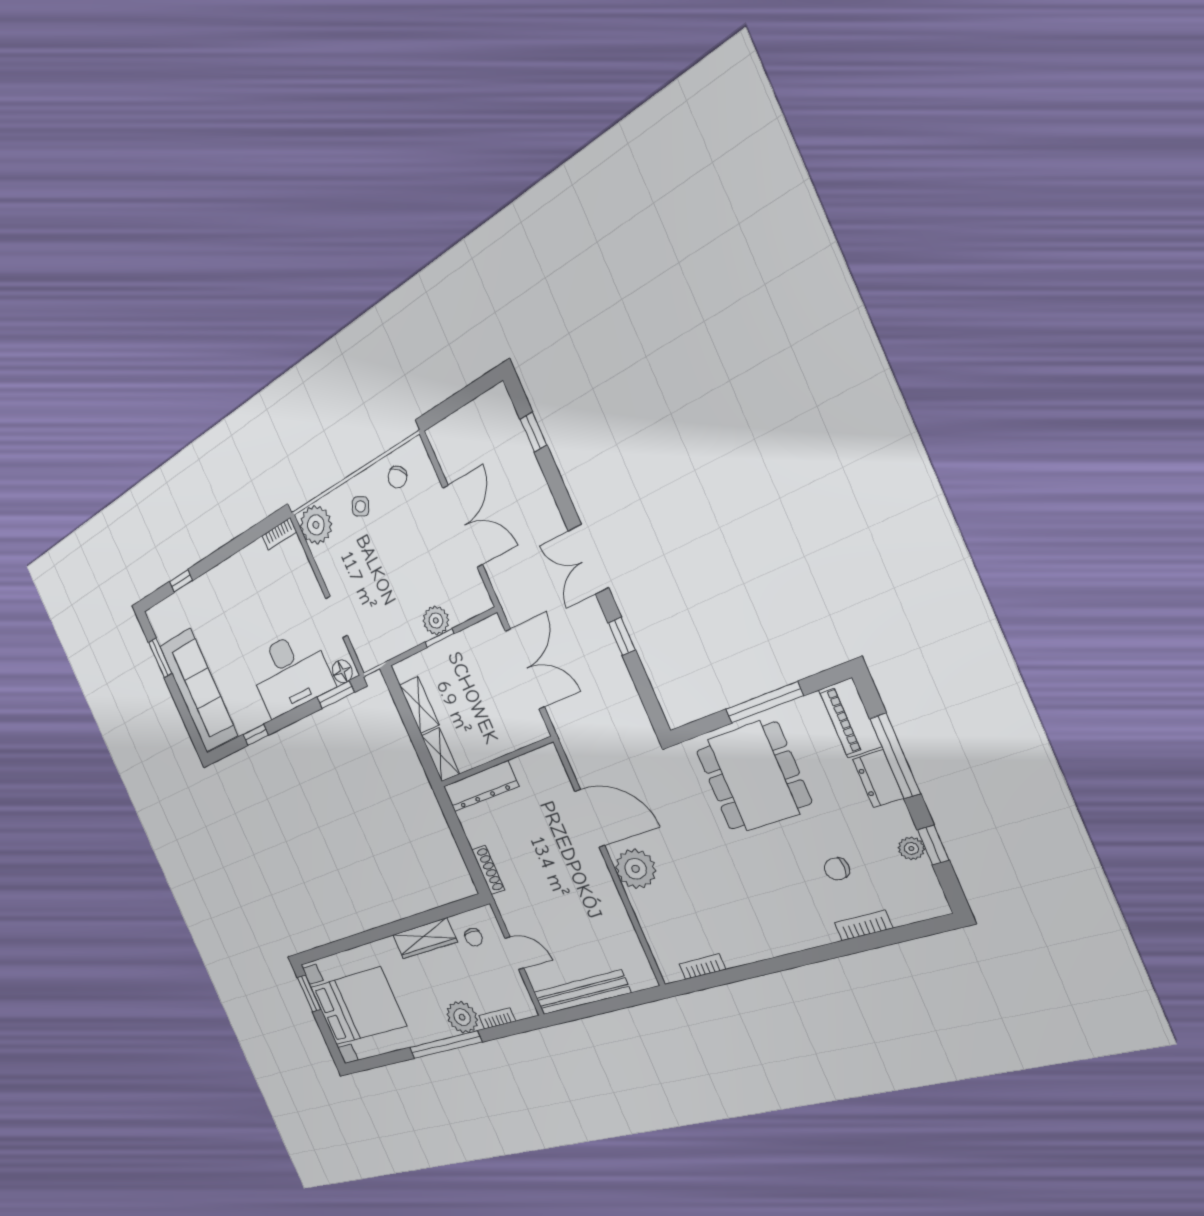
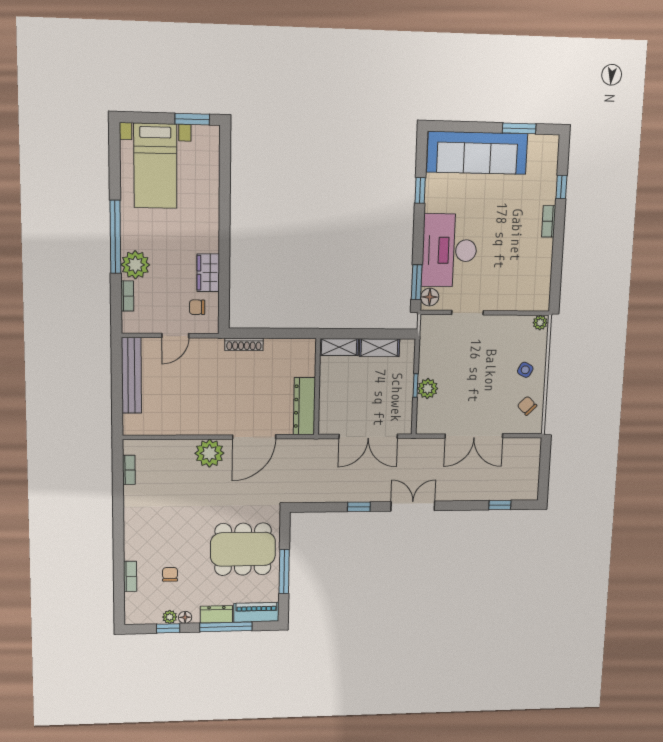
plant: (316, 525) -> (540, 323), width x0.53, depth x0.53
bookcase: (279, 534) -> (549, 221), moved
dresser: (481, 786) -> (304, 406), moved
floor lamp: (903, 825) -> (185, 617), added
wardrobe: (425, 938) -> (208, 273), width x0.67
bed with nightstands: (358, 1006) -> (155, 166), width x0.73

